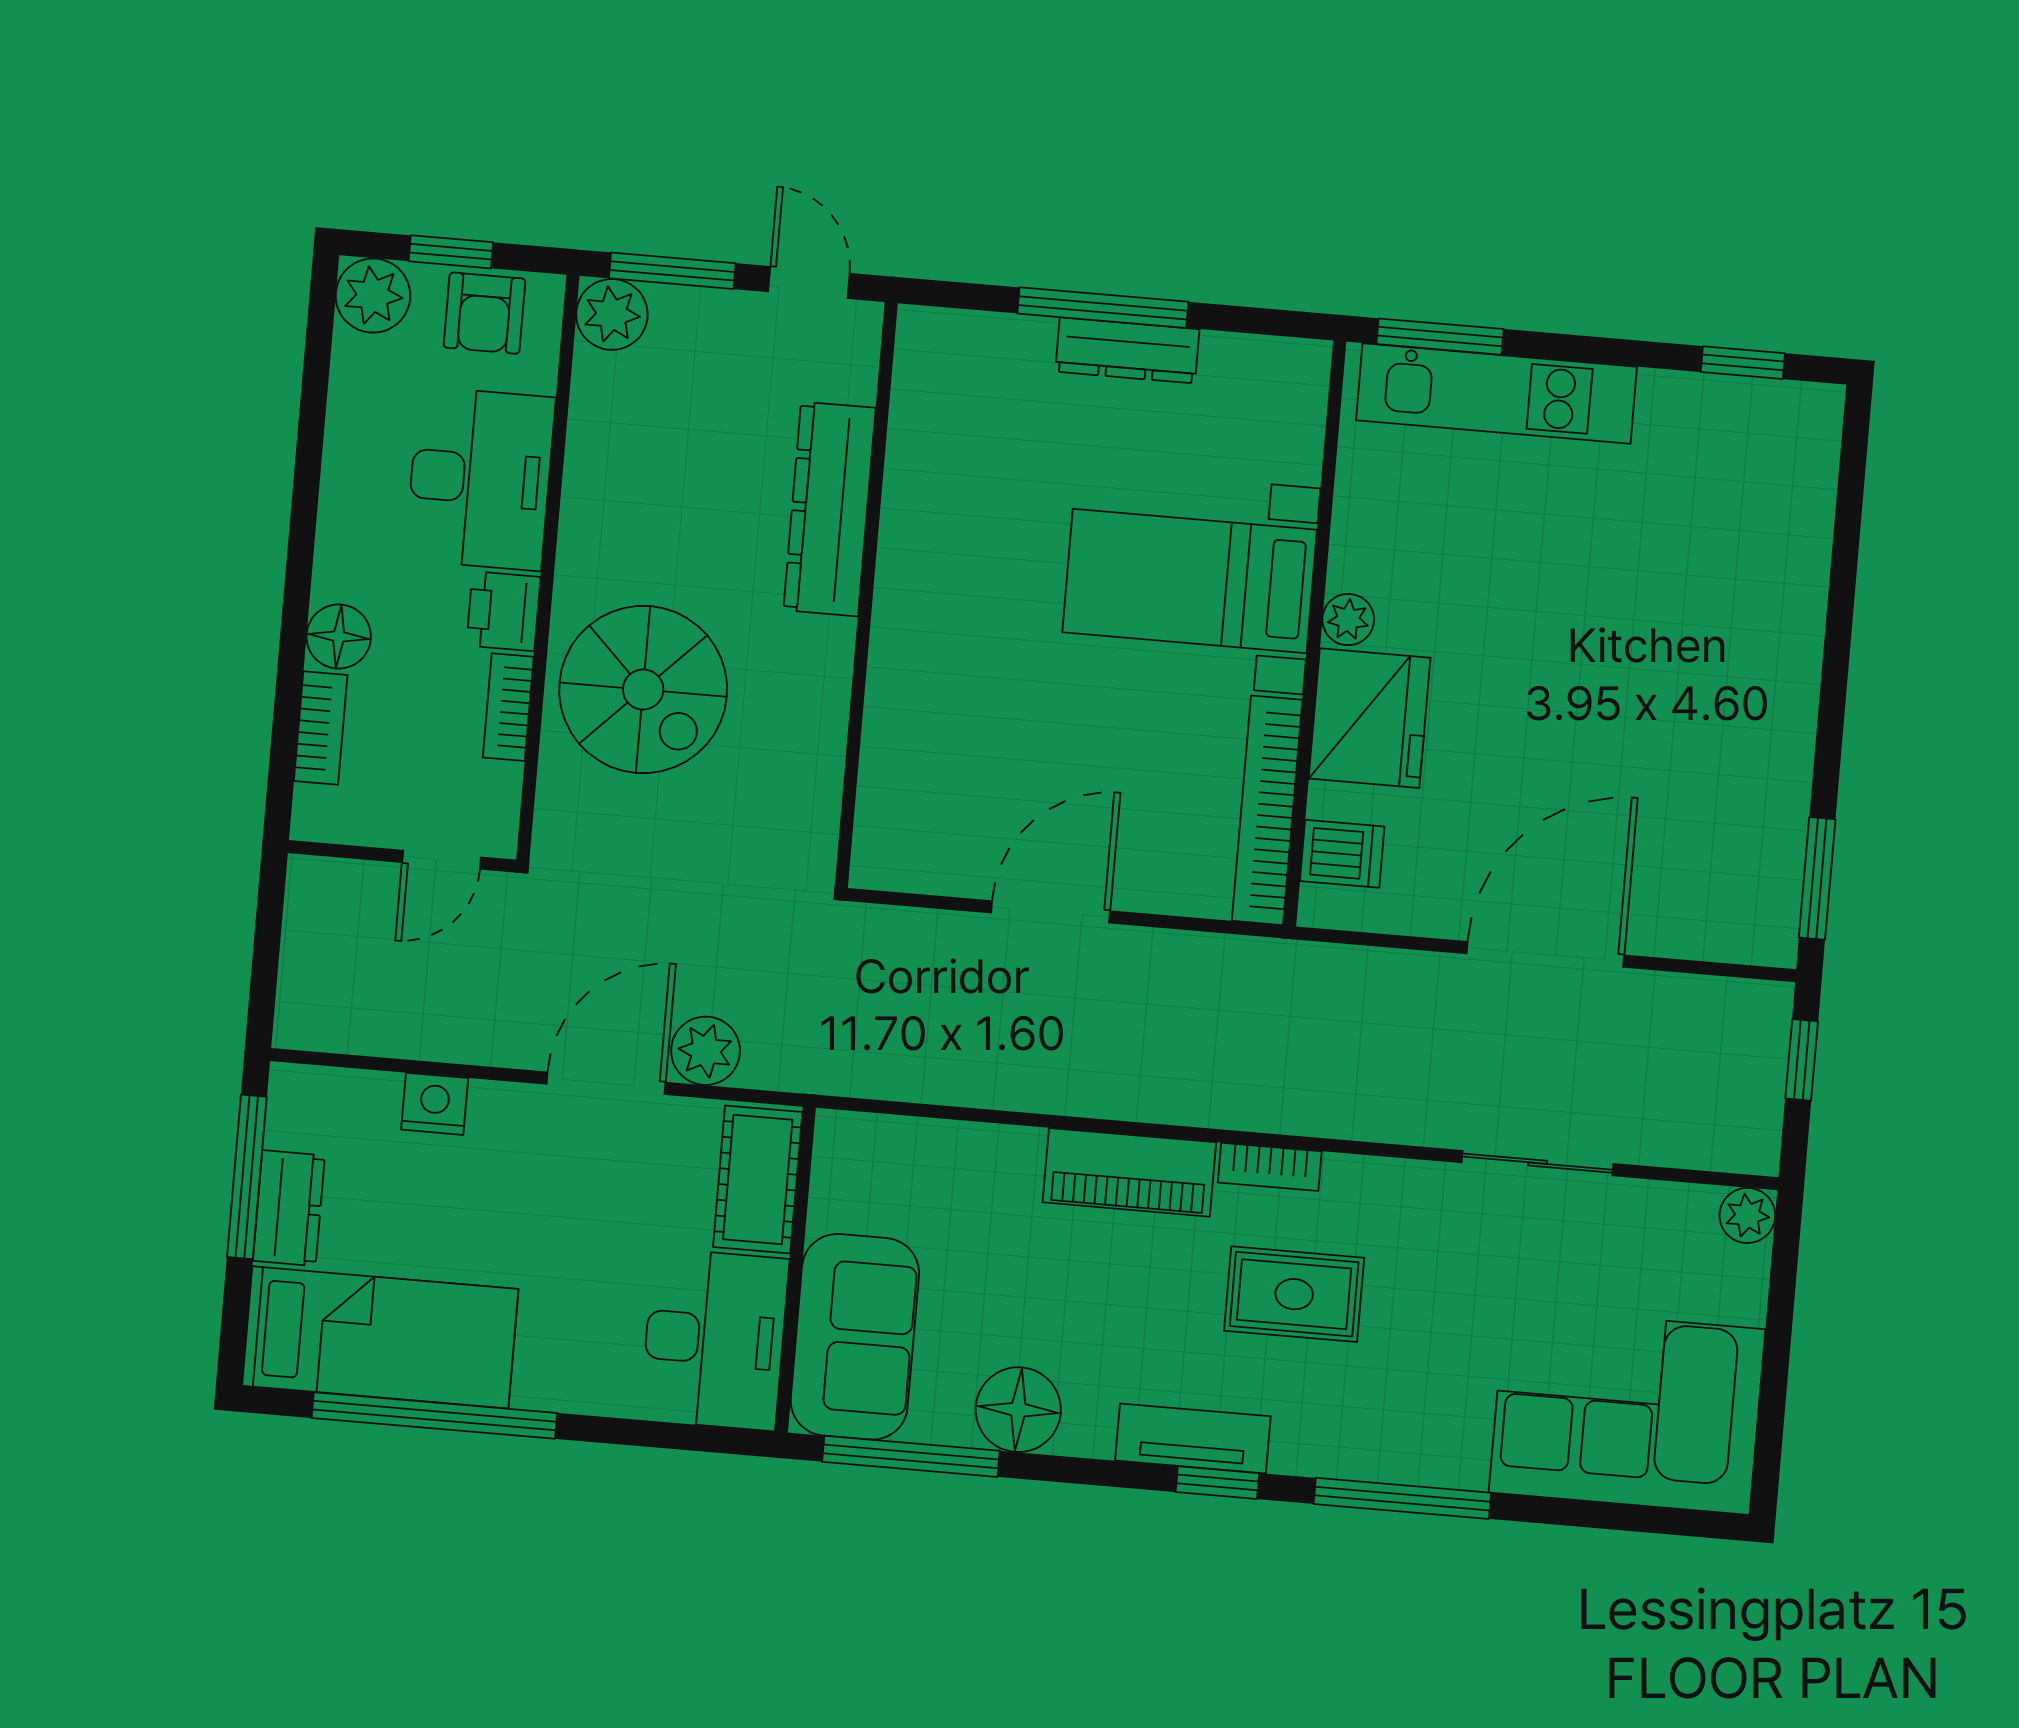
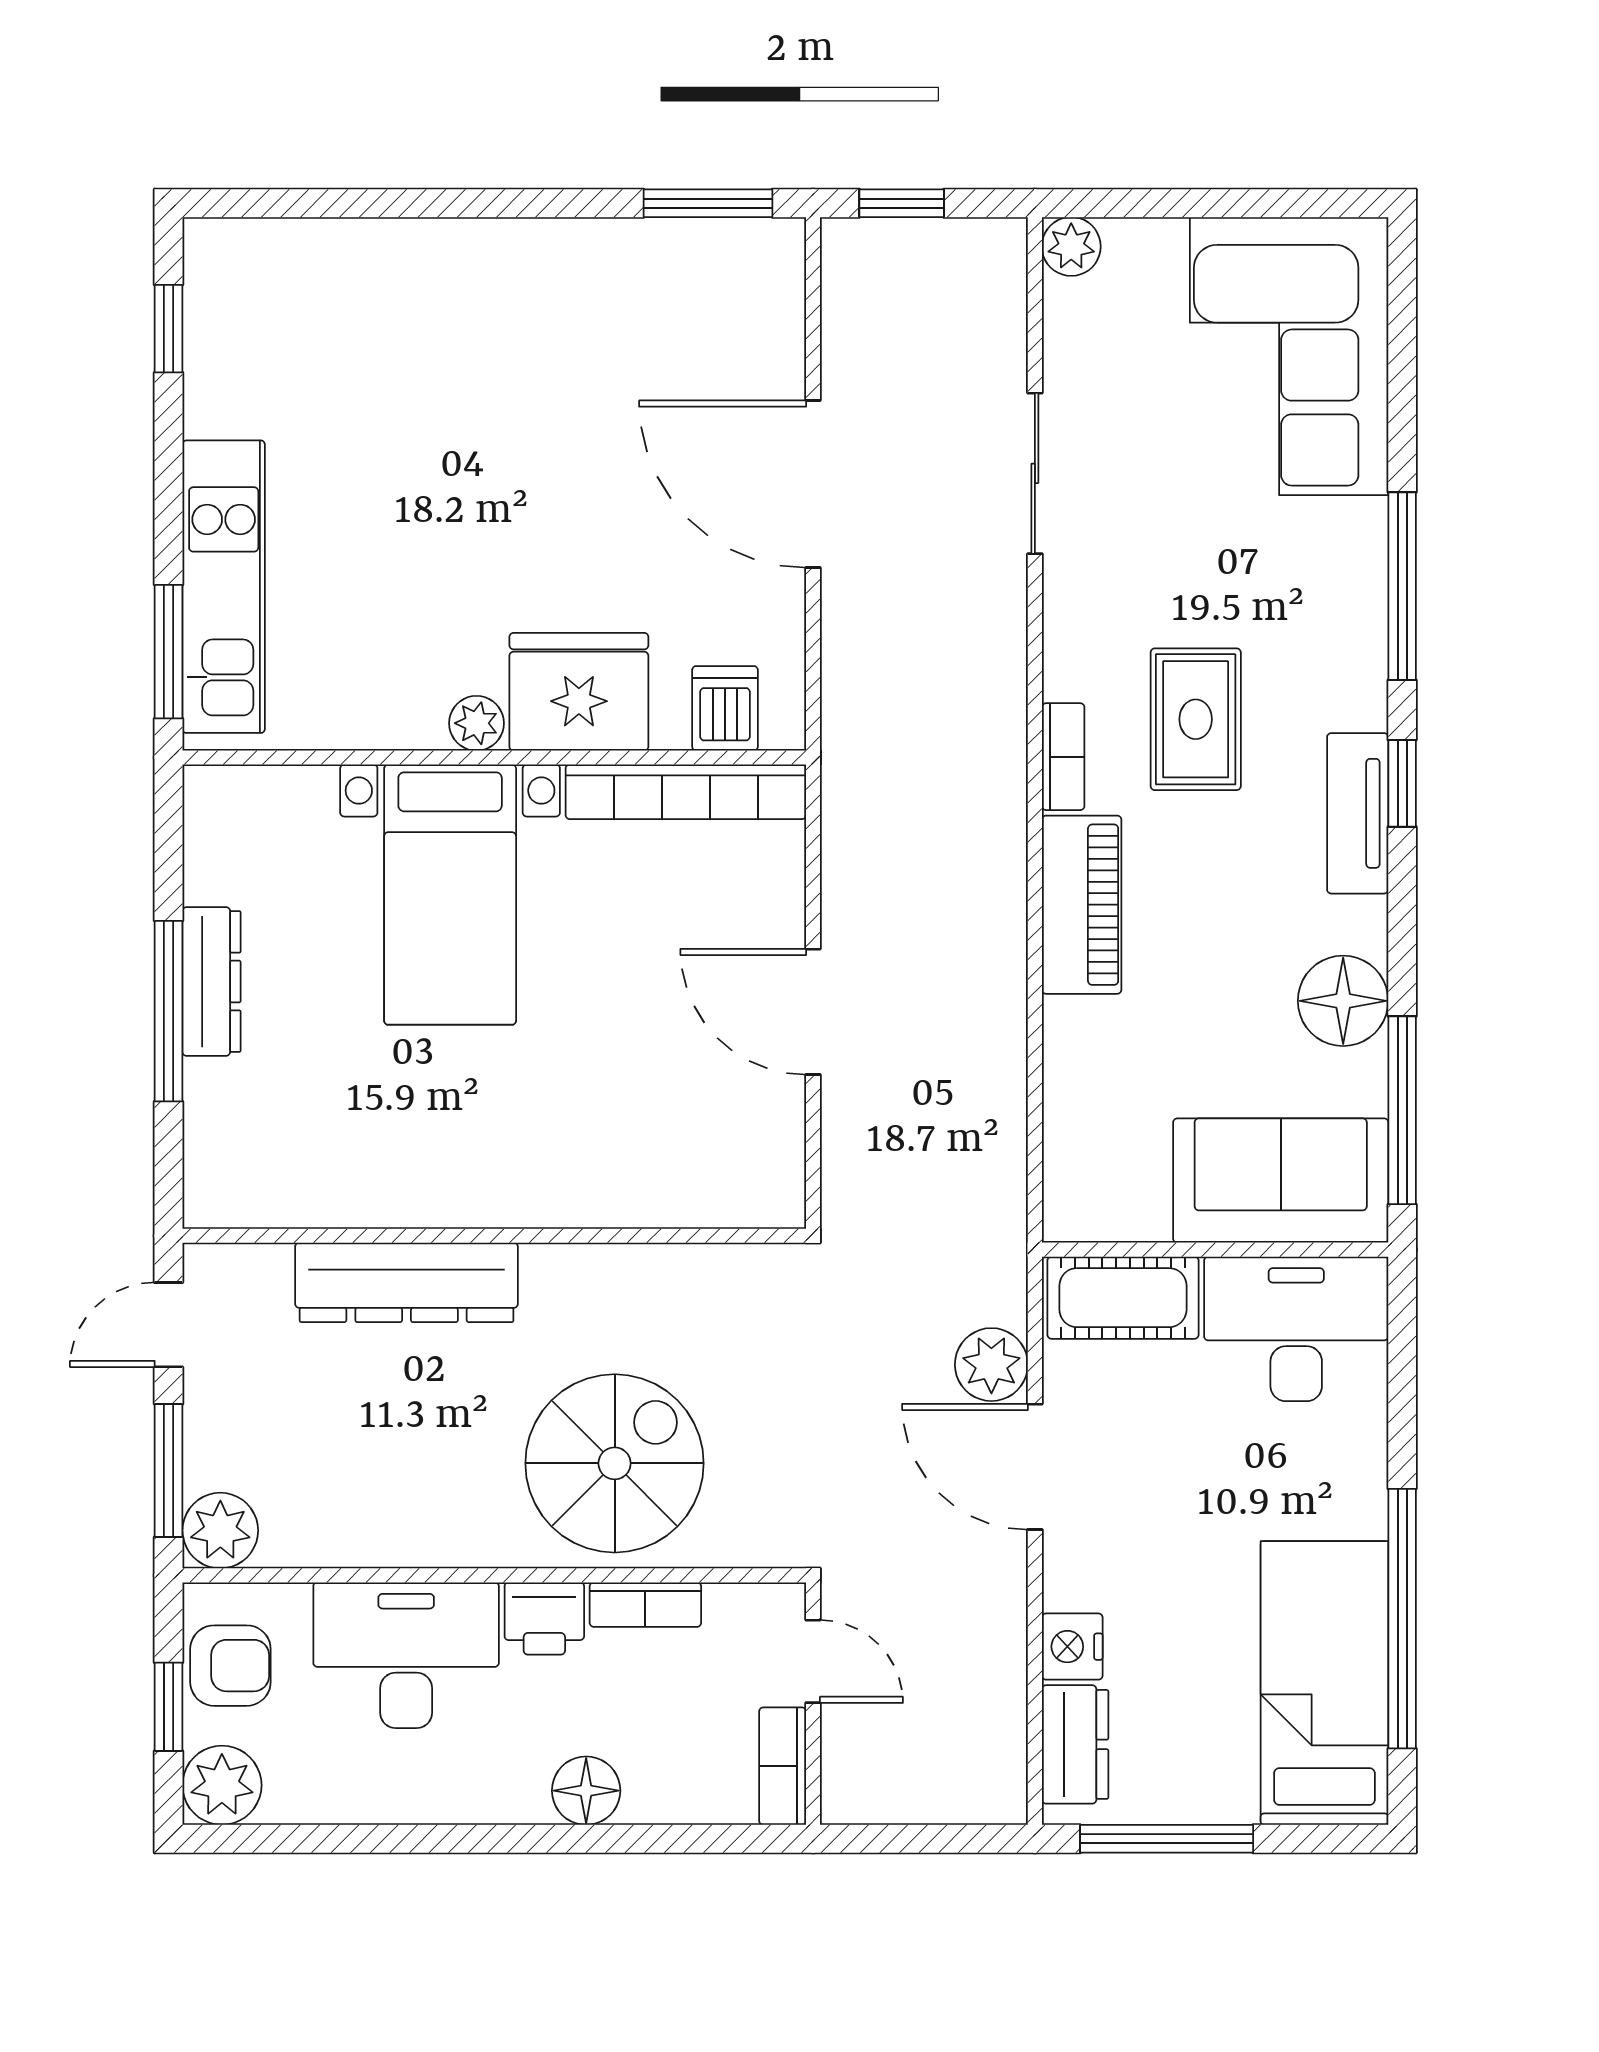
bookcase: (321, 728) -> (783, 1766), moved, turned -90
dresser: (289, 1208) -> (1075, 1744), moved, turned 90

